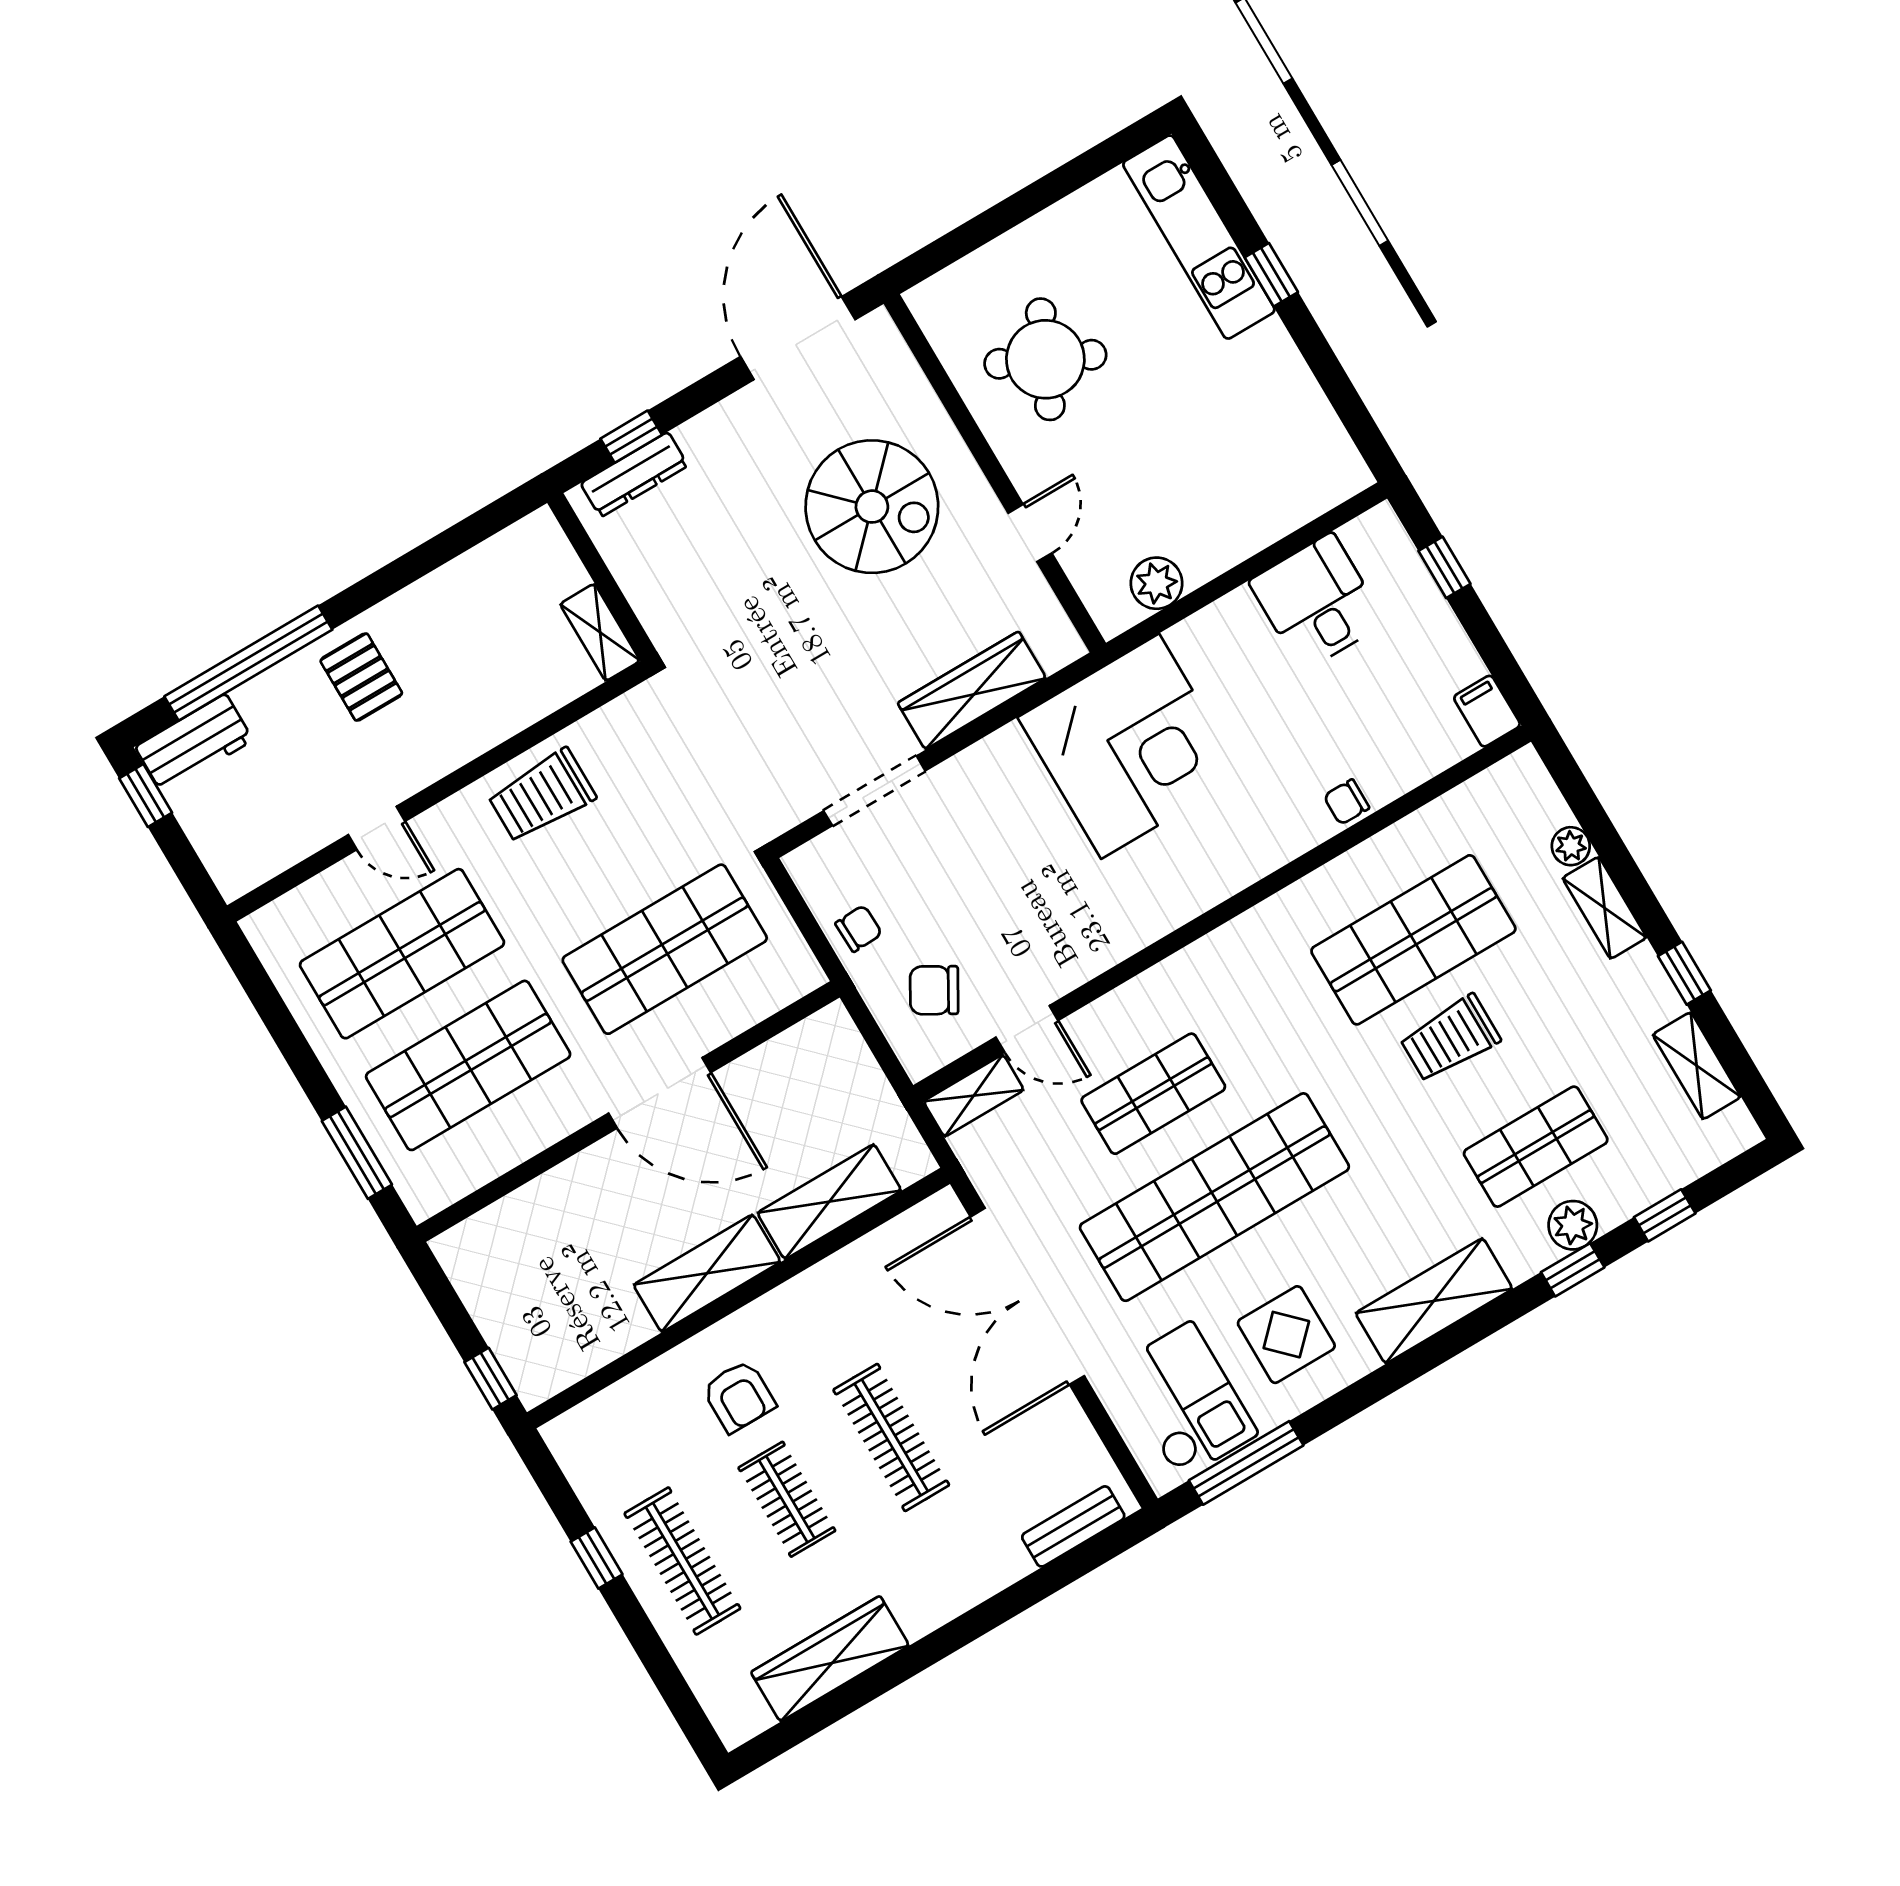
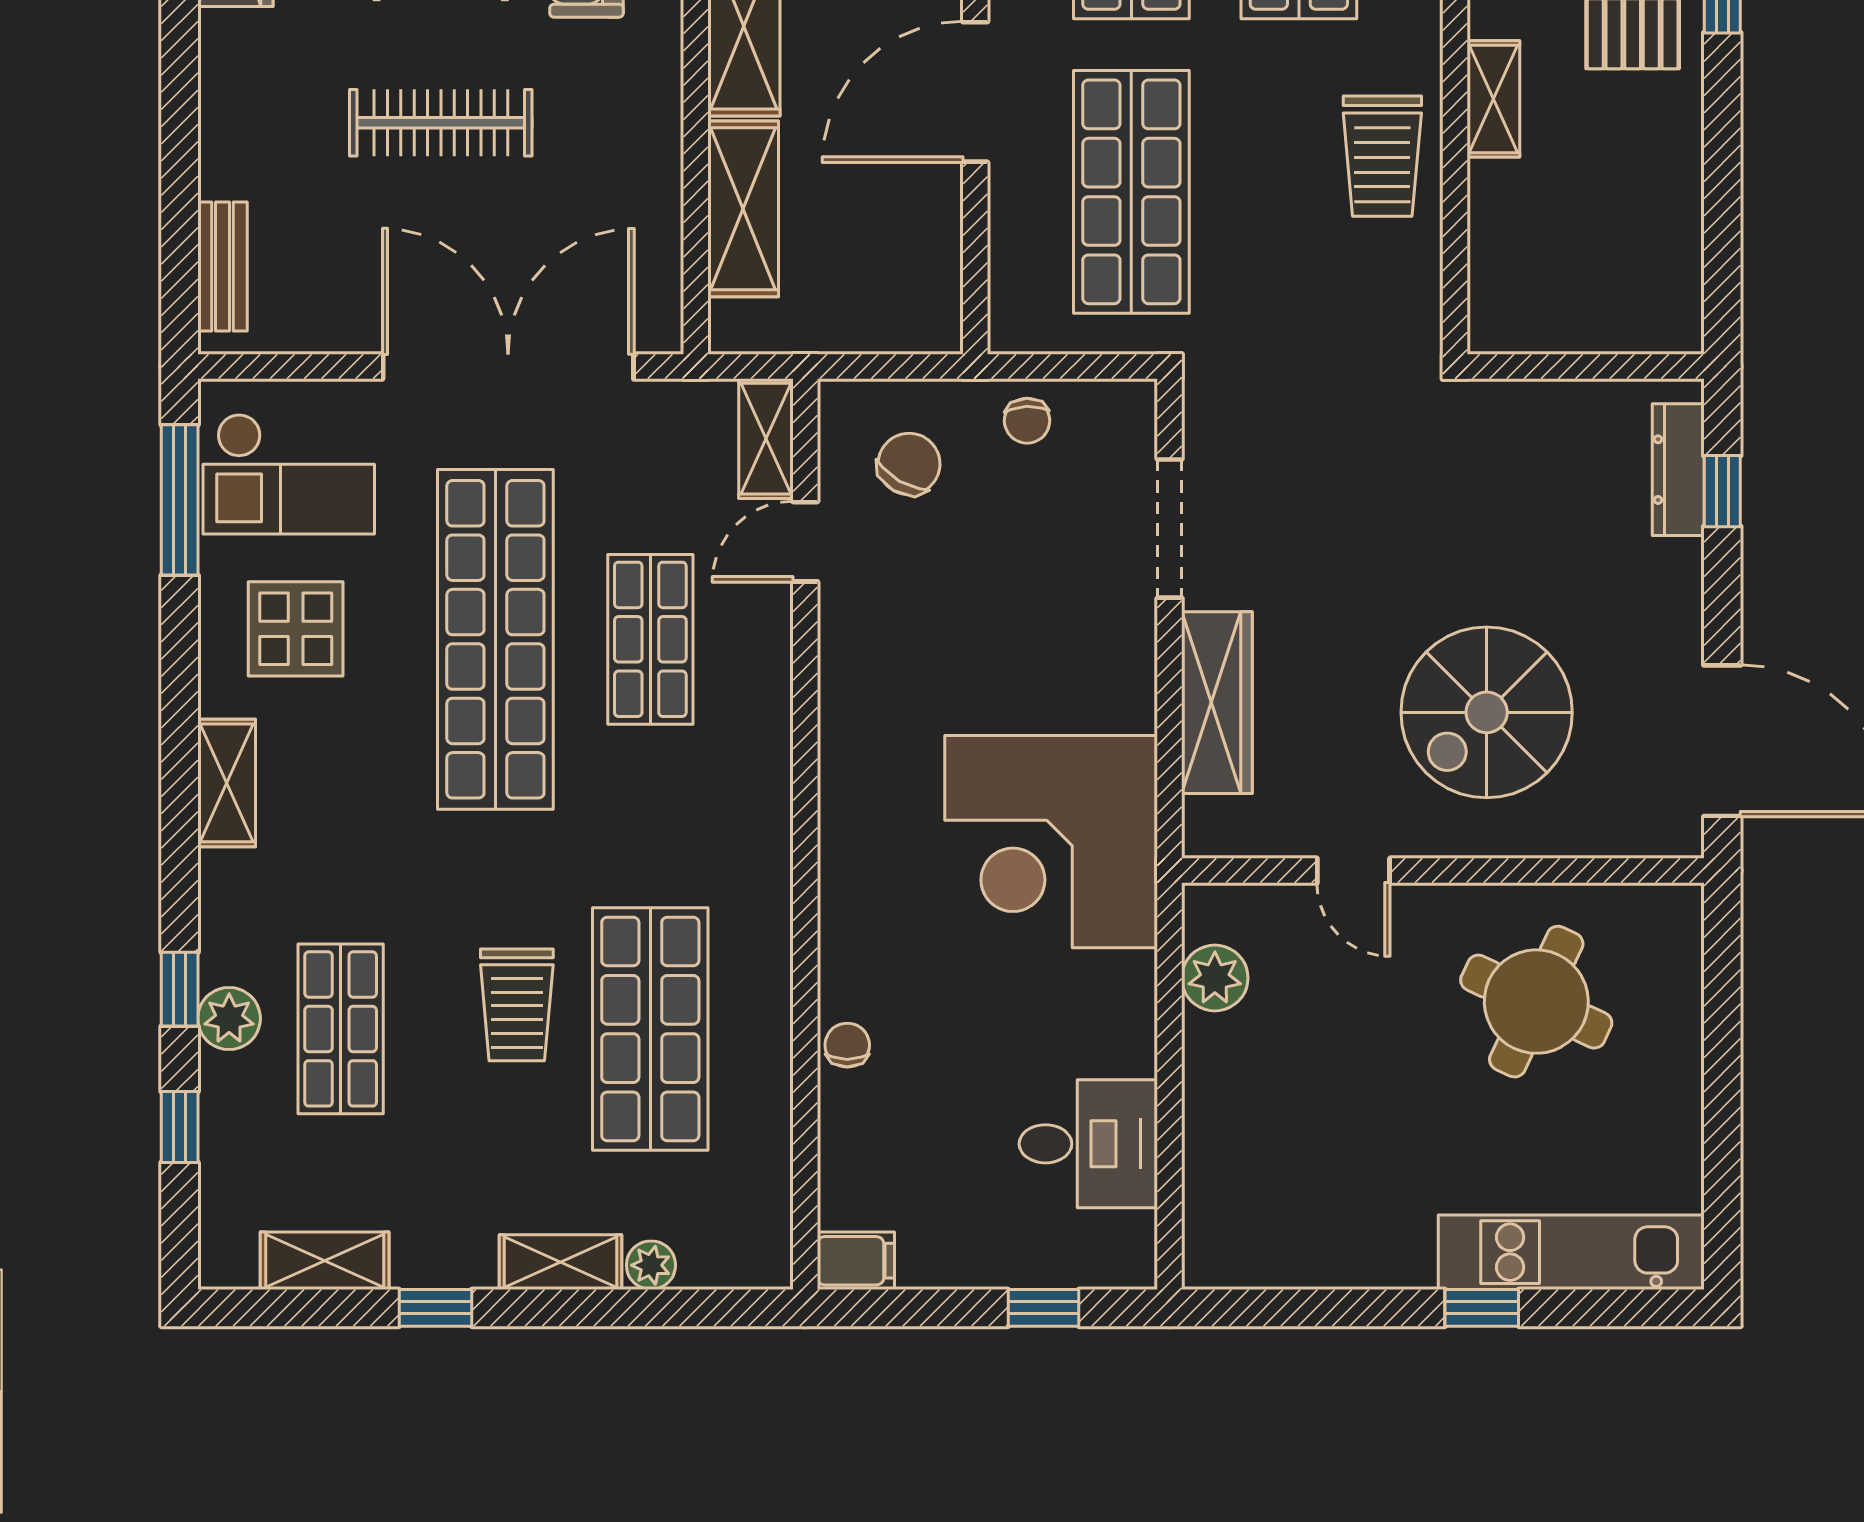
shelving: (600, 632) -> (1493, 99), moved, turned 90
trolley: (542, 796) -> (1382, 156), turned 180
trolley: (1450, 1039) -> (517, 1005), turned 180
shelving: (1434, 1301) -> (227, 783), width x0.67, depth x0.75

